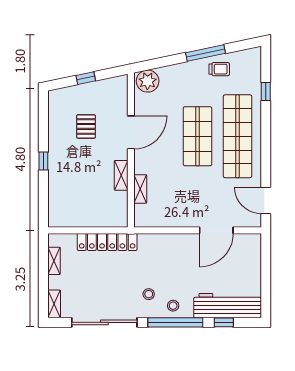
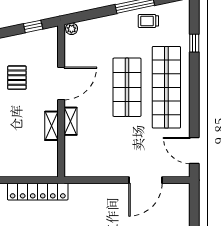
trolley: (219, 69) -> (148, 21), turned 180
window: (86, 78) -> (33, 26), moved
plant: (148, 81) -> (72, 29), width x0.53, depth x0.53
shelving: (140, 189) -> (70, 121), moved

